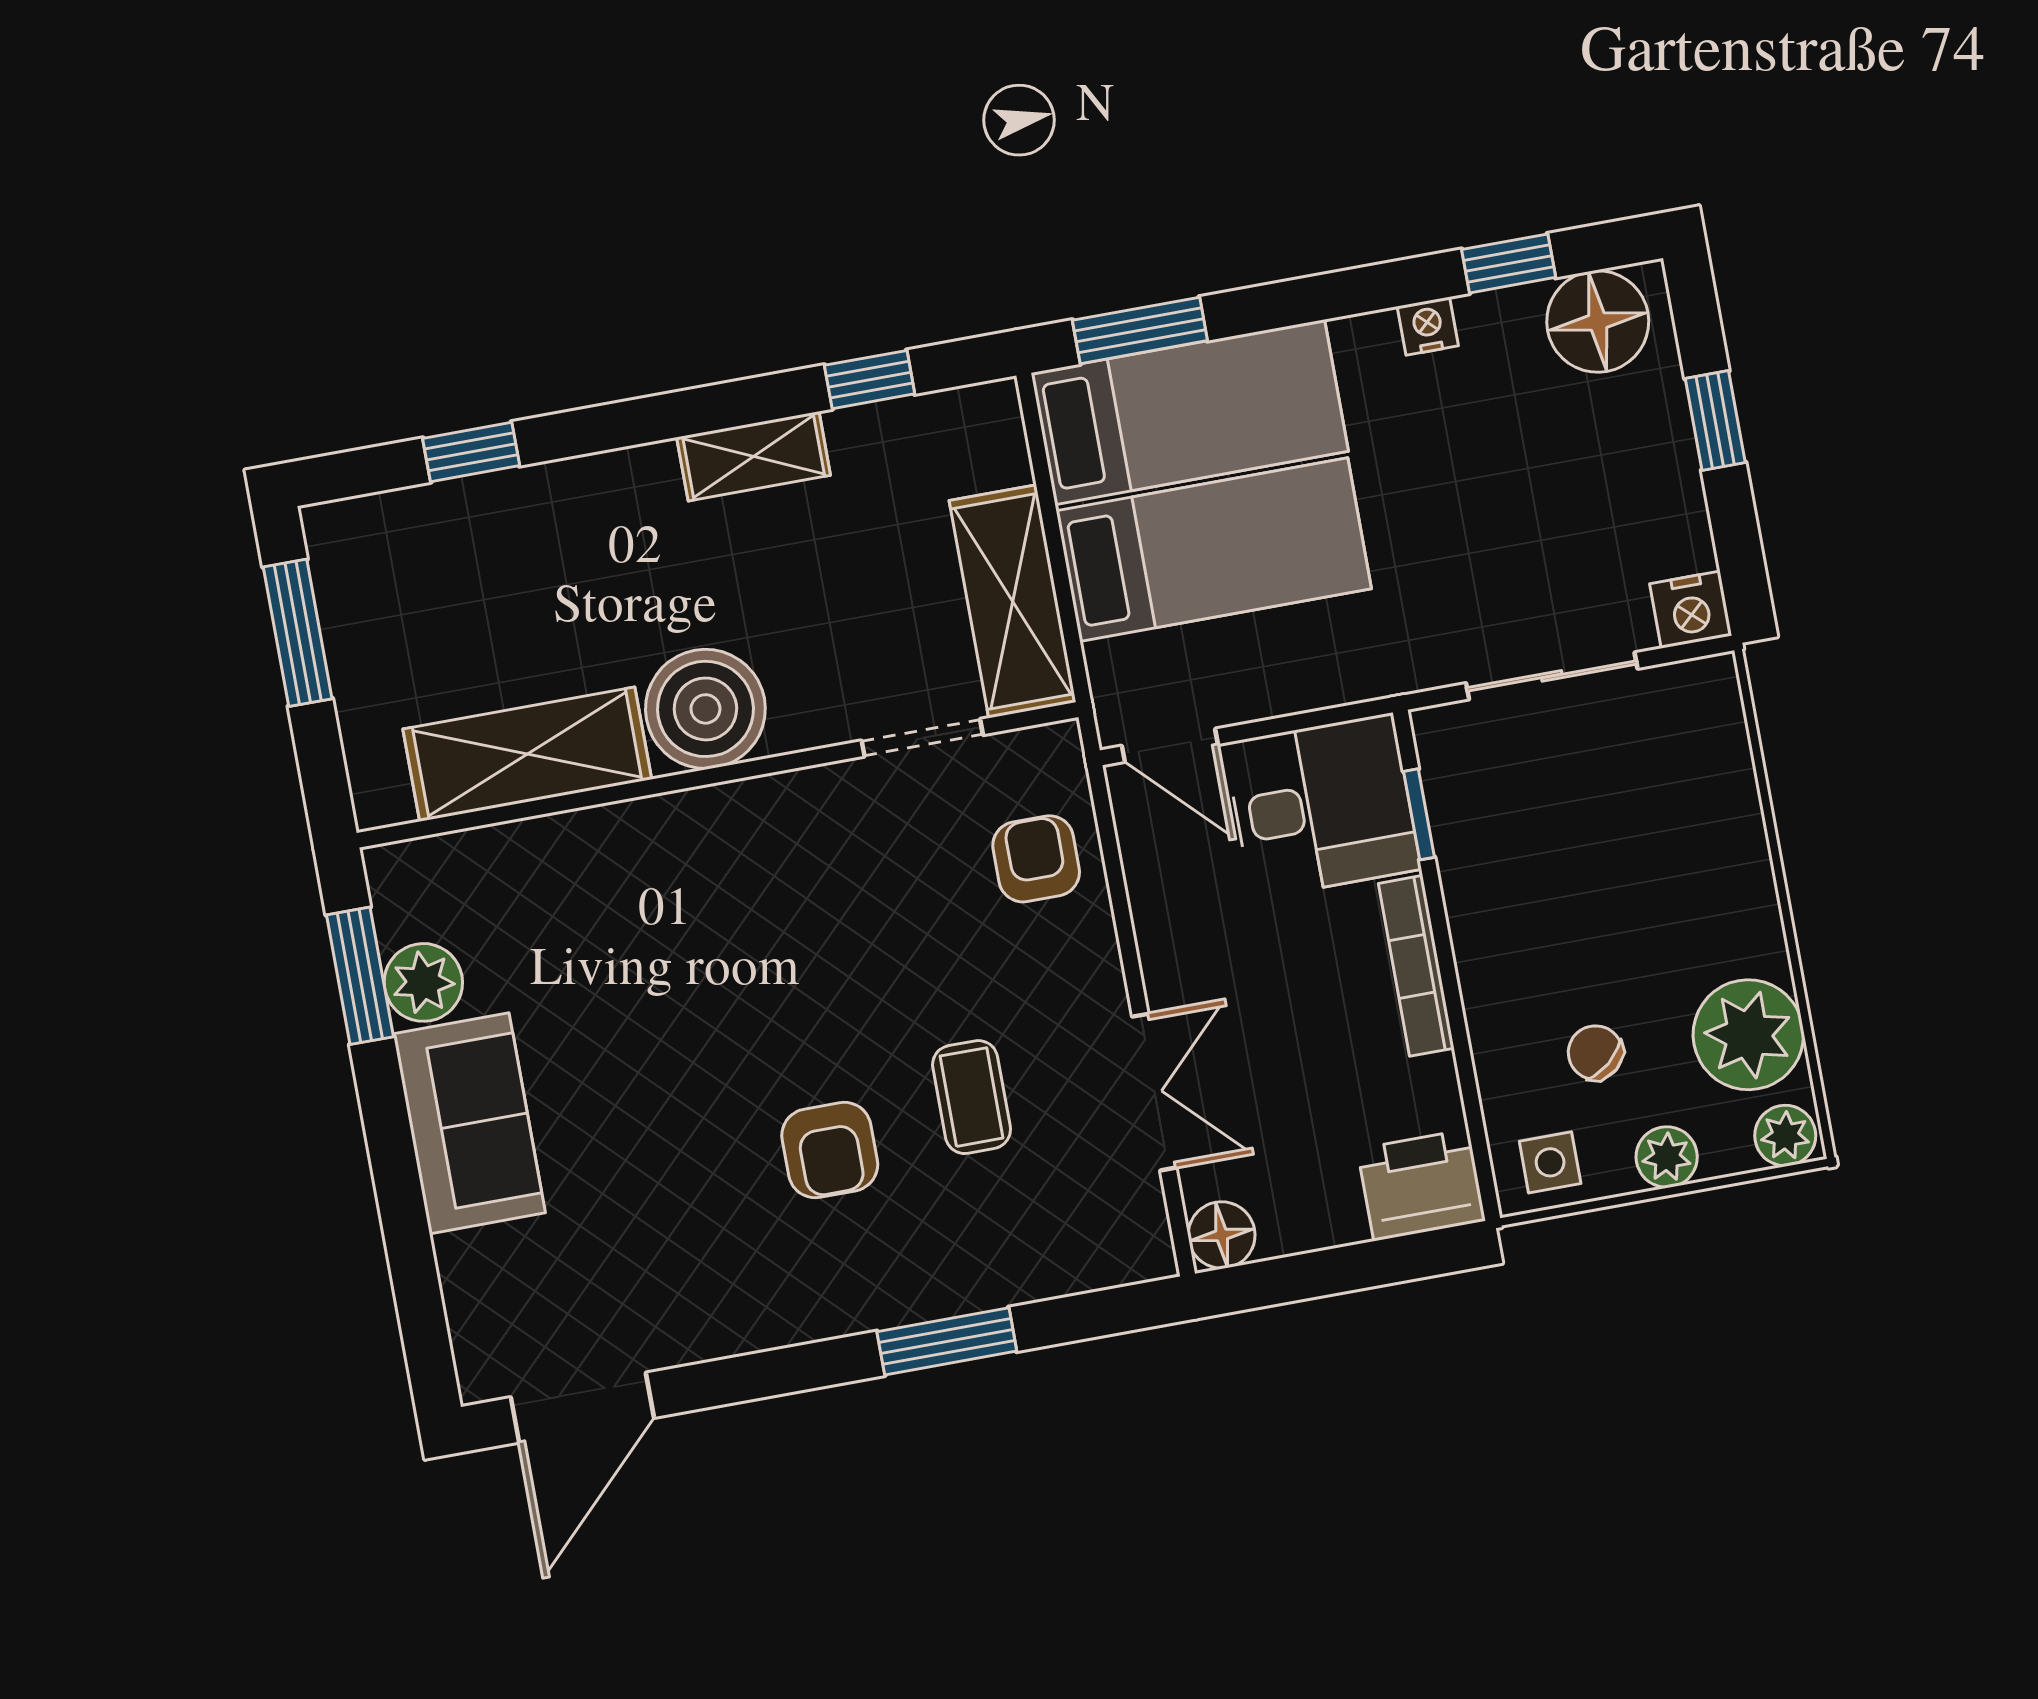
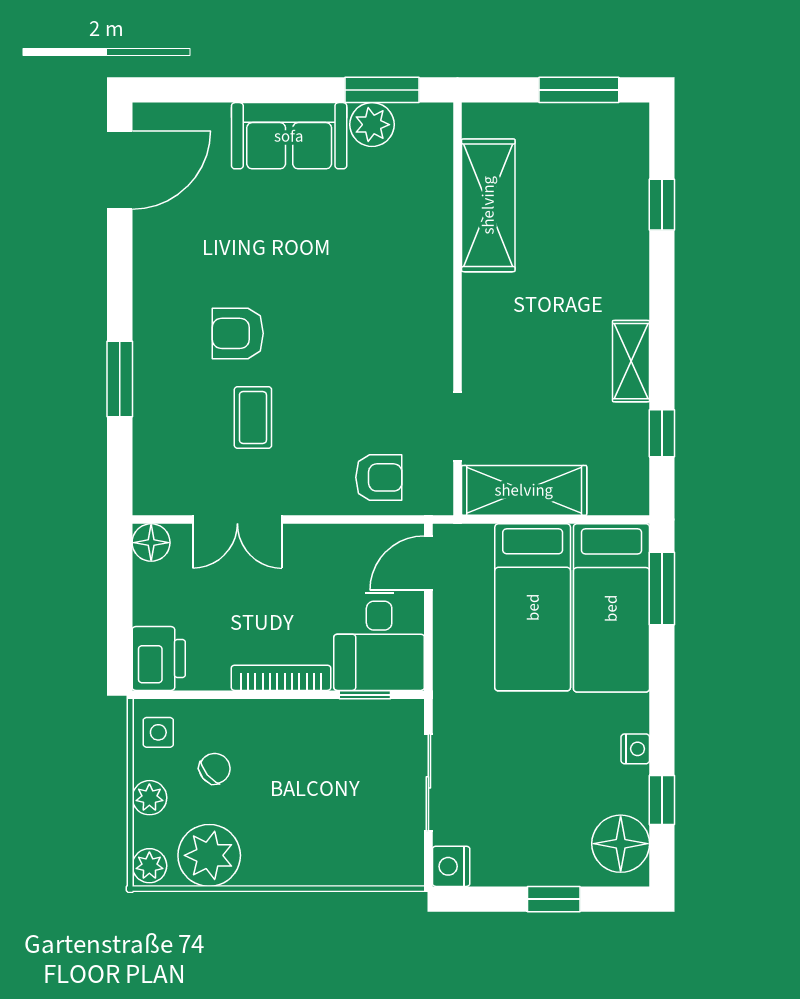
boiler: (705, 709) -> (495, 309), removed
coffee table: (972, 1097) -> (253, 418), turned 90
door: (582, 1408) -> (120, 170), swing flipped

